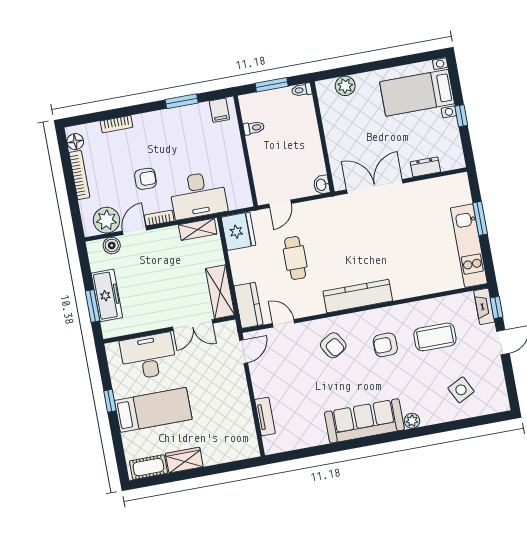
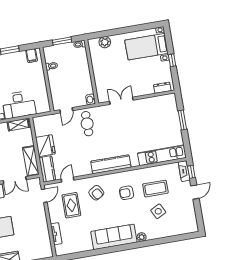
dresser: (425, 167) -> (162, 88), moved
double door: (375, 186) -> (121, 101), width x0.73
fridge: (238, 231) -> (45, 146), moved
kitchen unit: (469, 246) -> (162, 155), moved, turned 90
cafe table: (295, 258) -> (87, 124), moved
door: (283, 323) -> (68, 180), hinge flipped
rug: (290, 367) -> (71, 205), added
side table: (461, 390) -> (158, 211), moved

